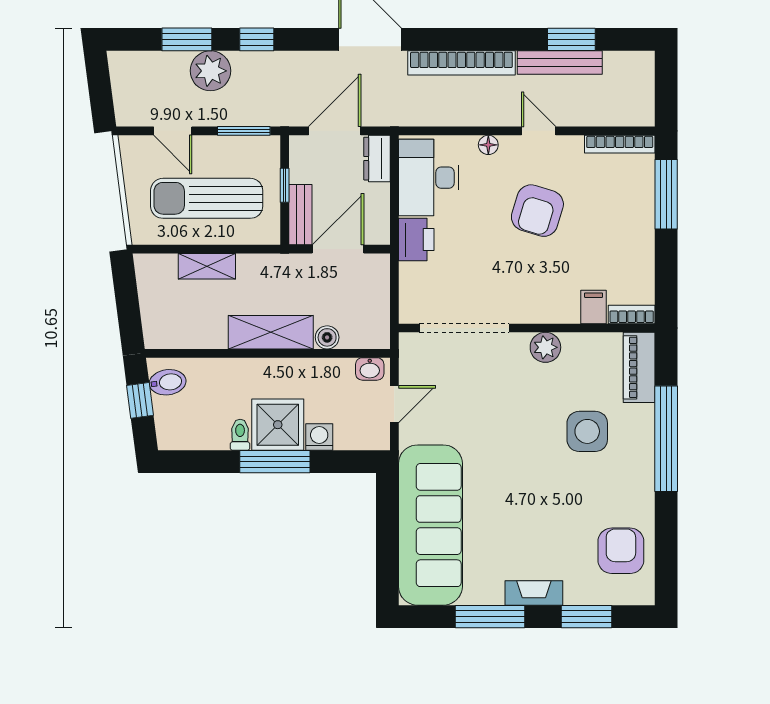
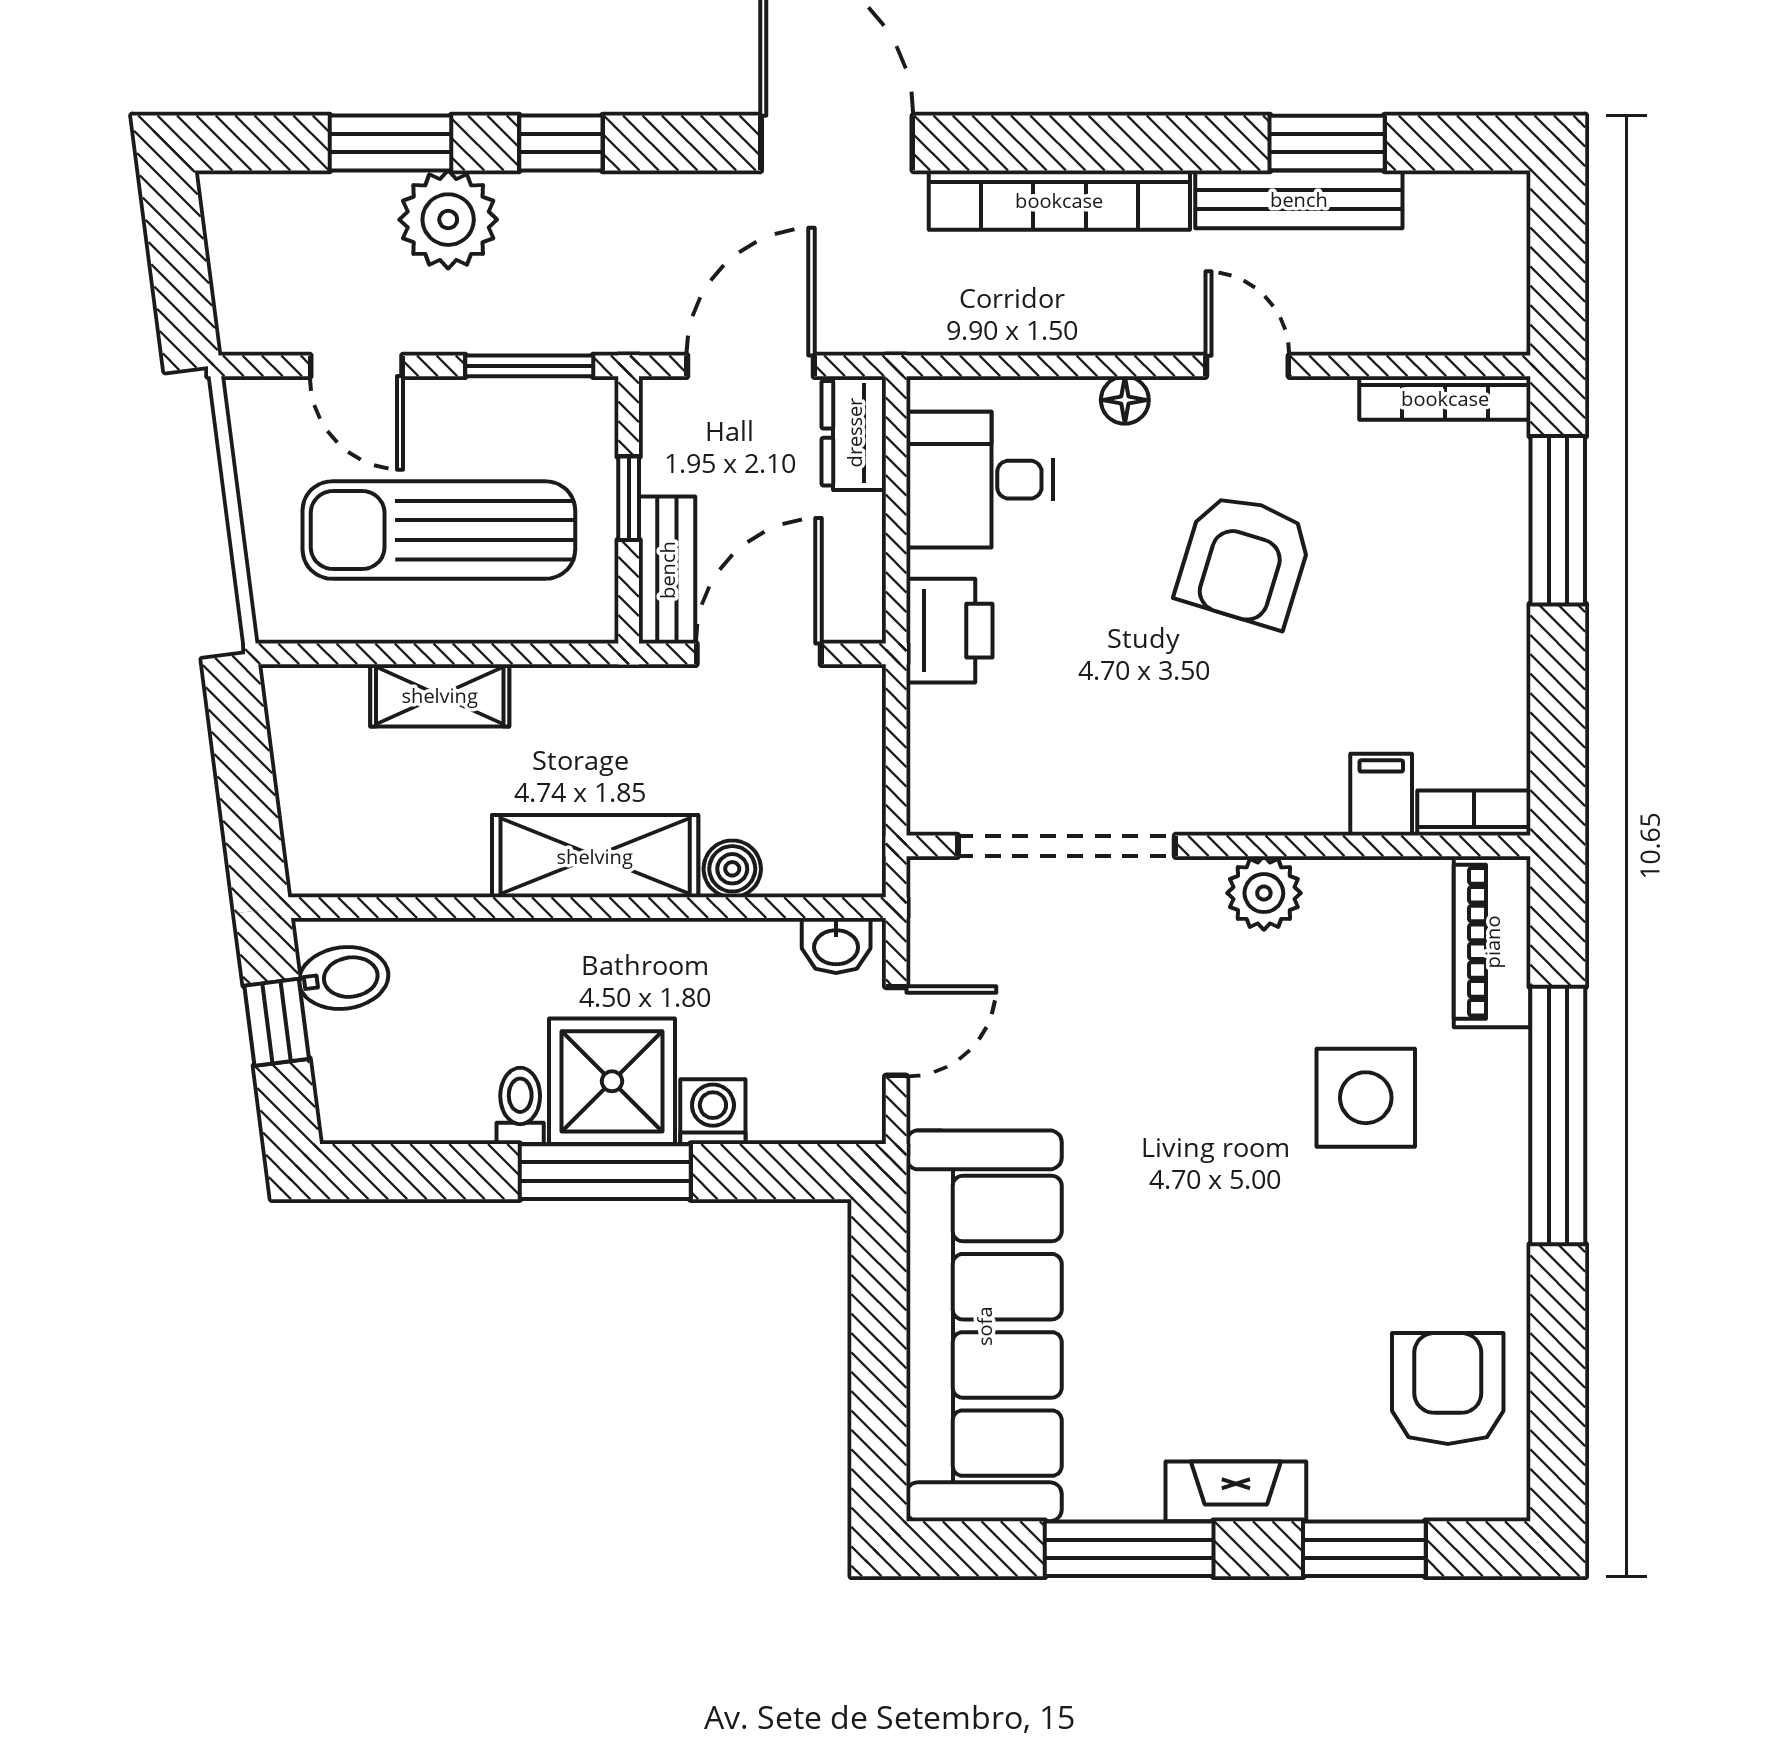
desk: (429, 178) -> (980, 480), width x0.73

